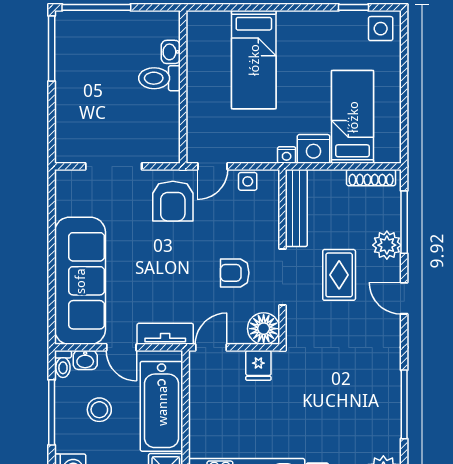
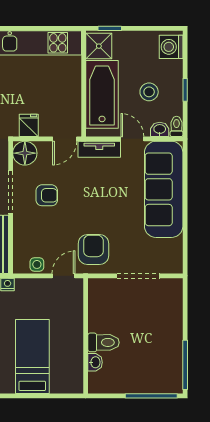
window: (52, 412) -> (185, 90), width x0.46

